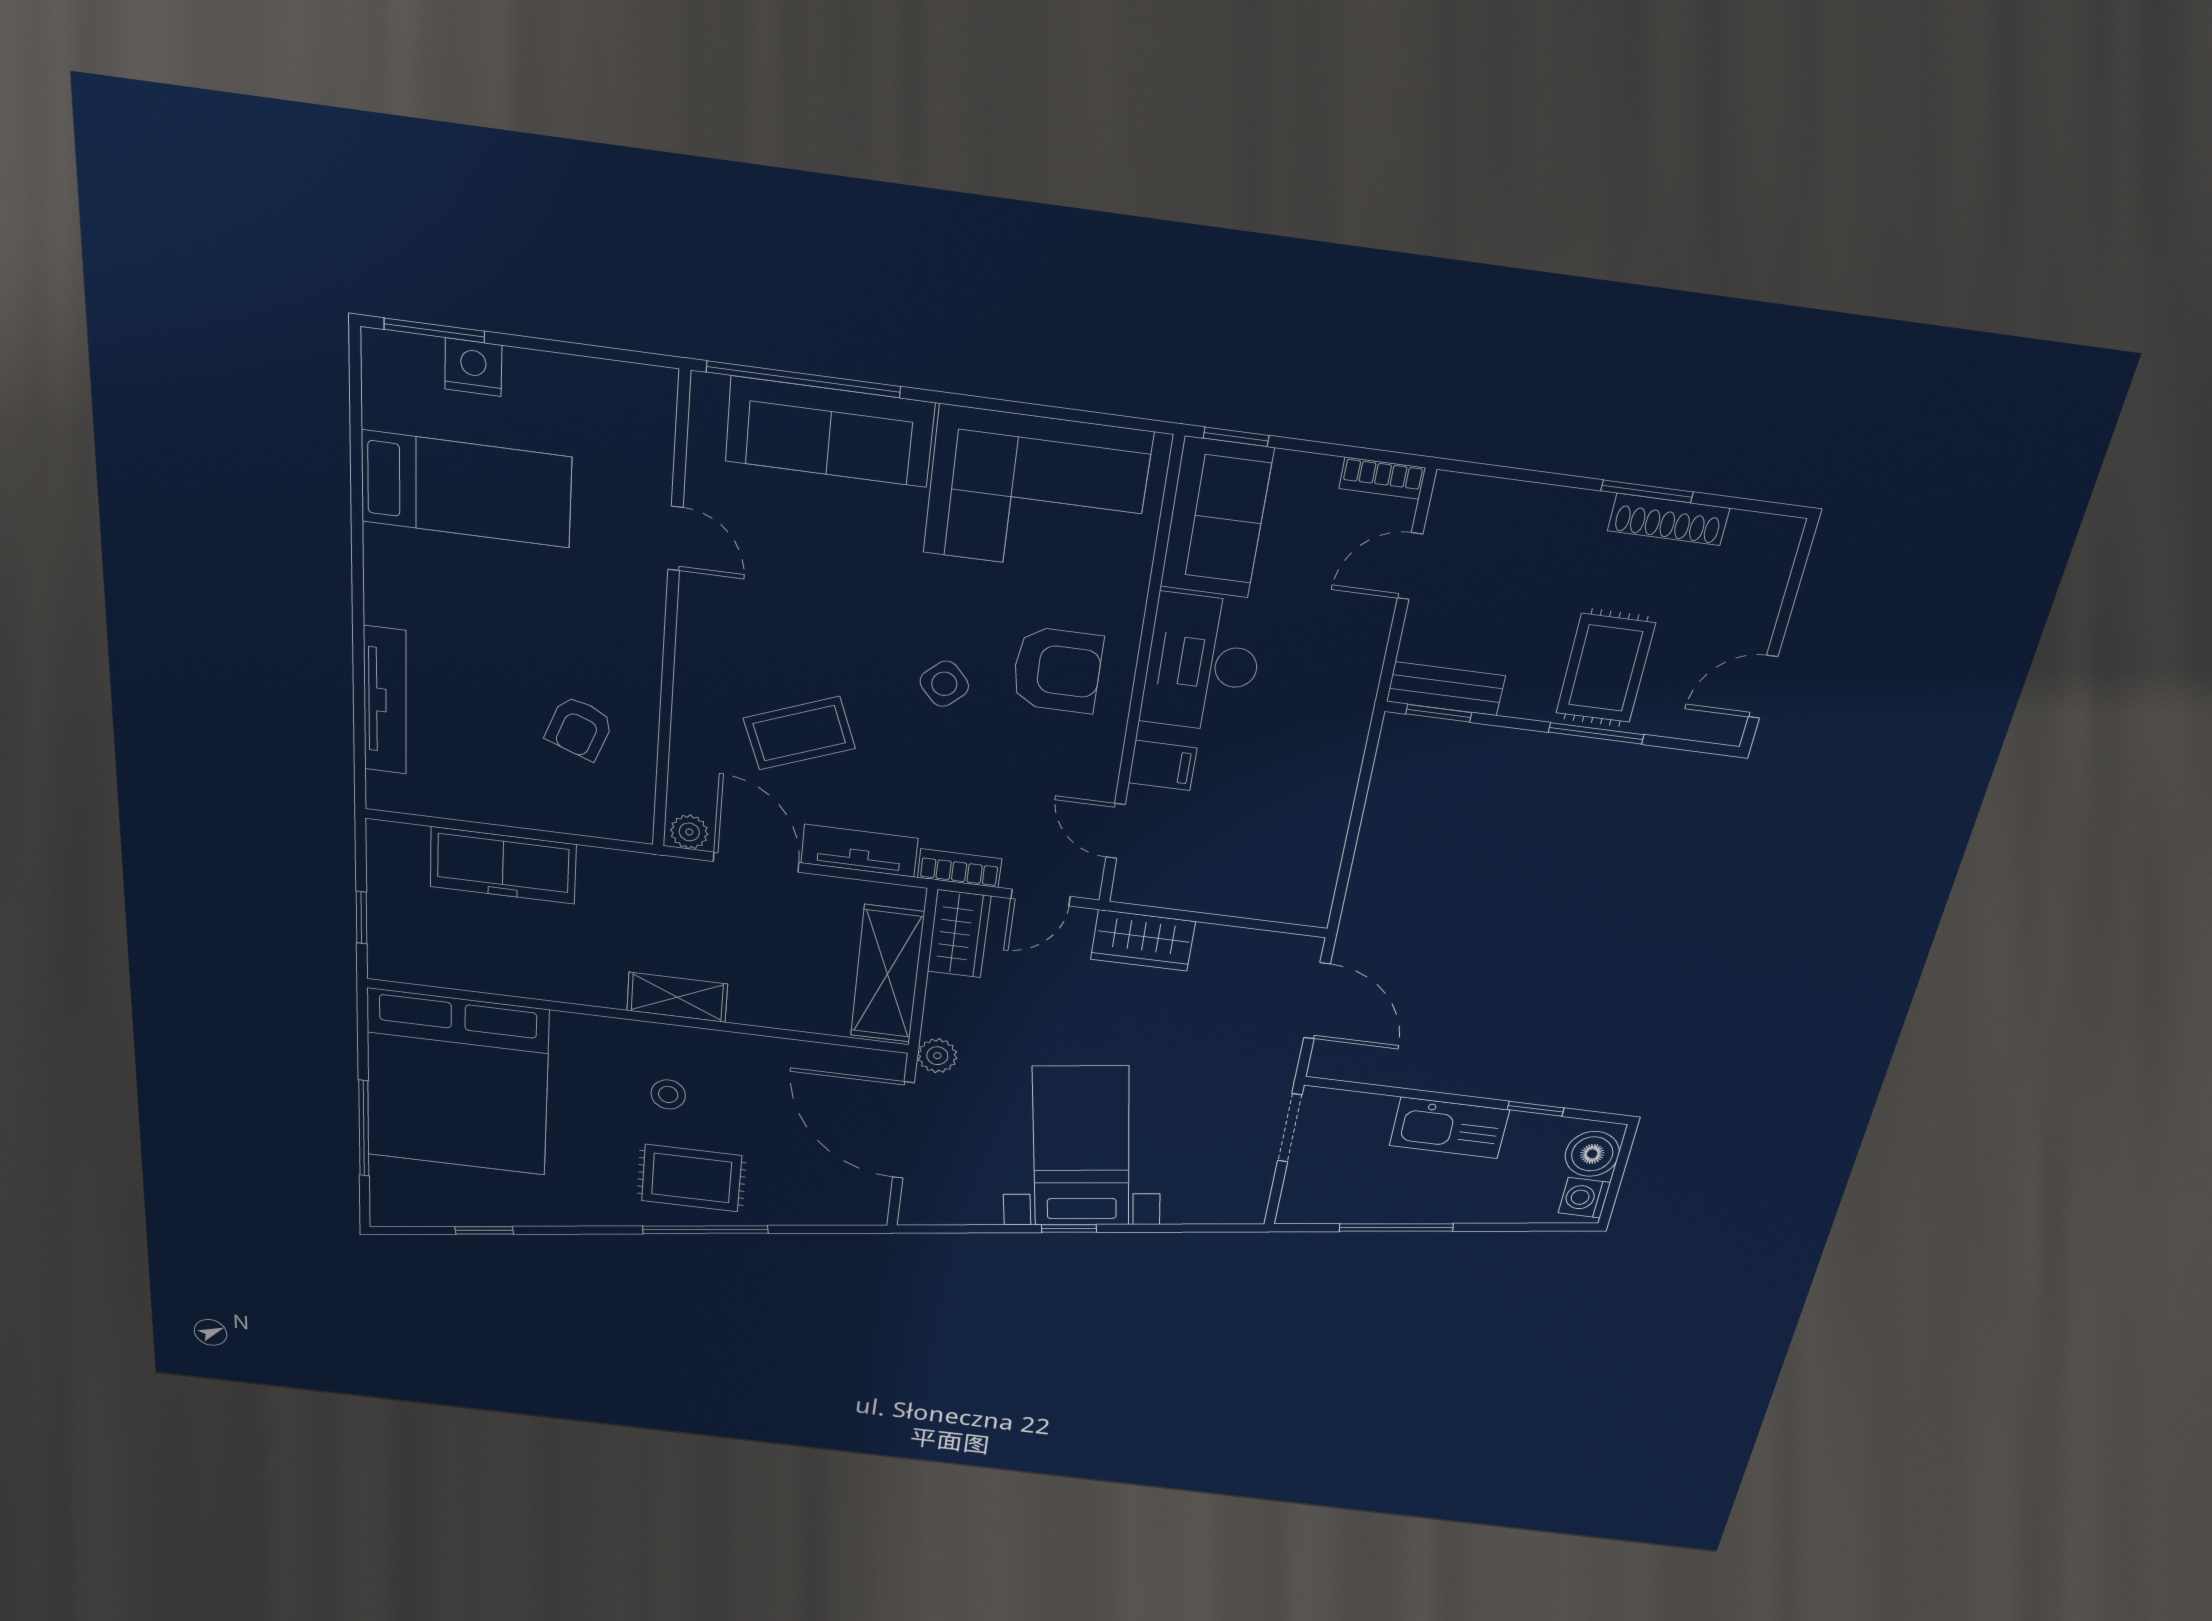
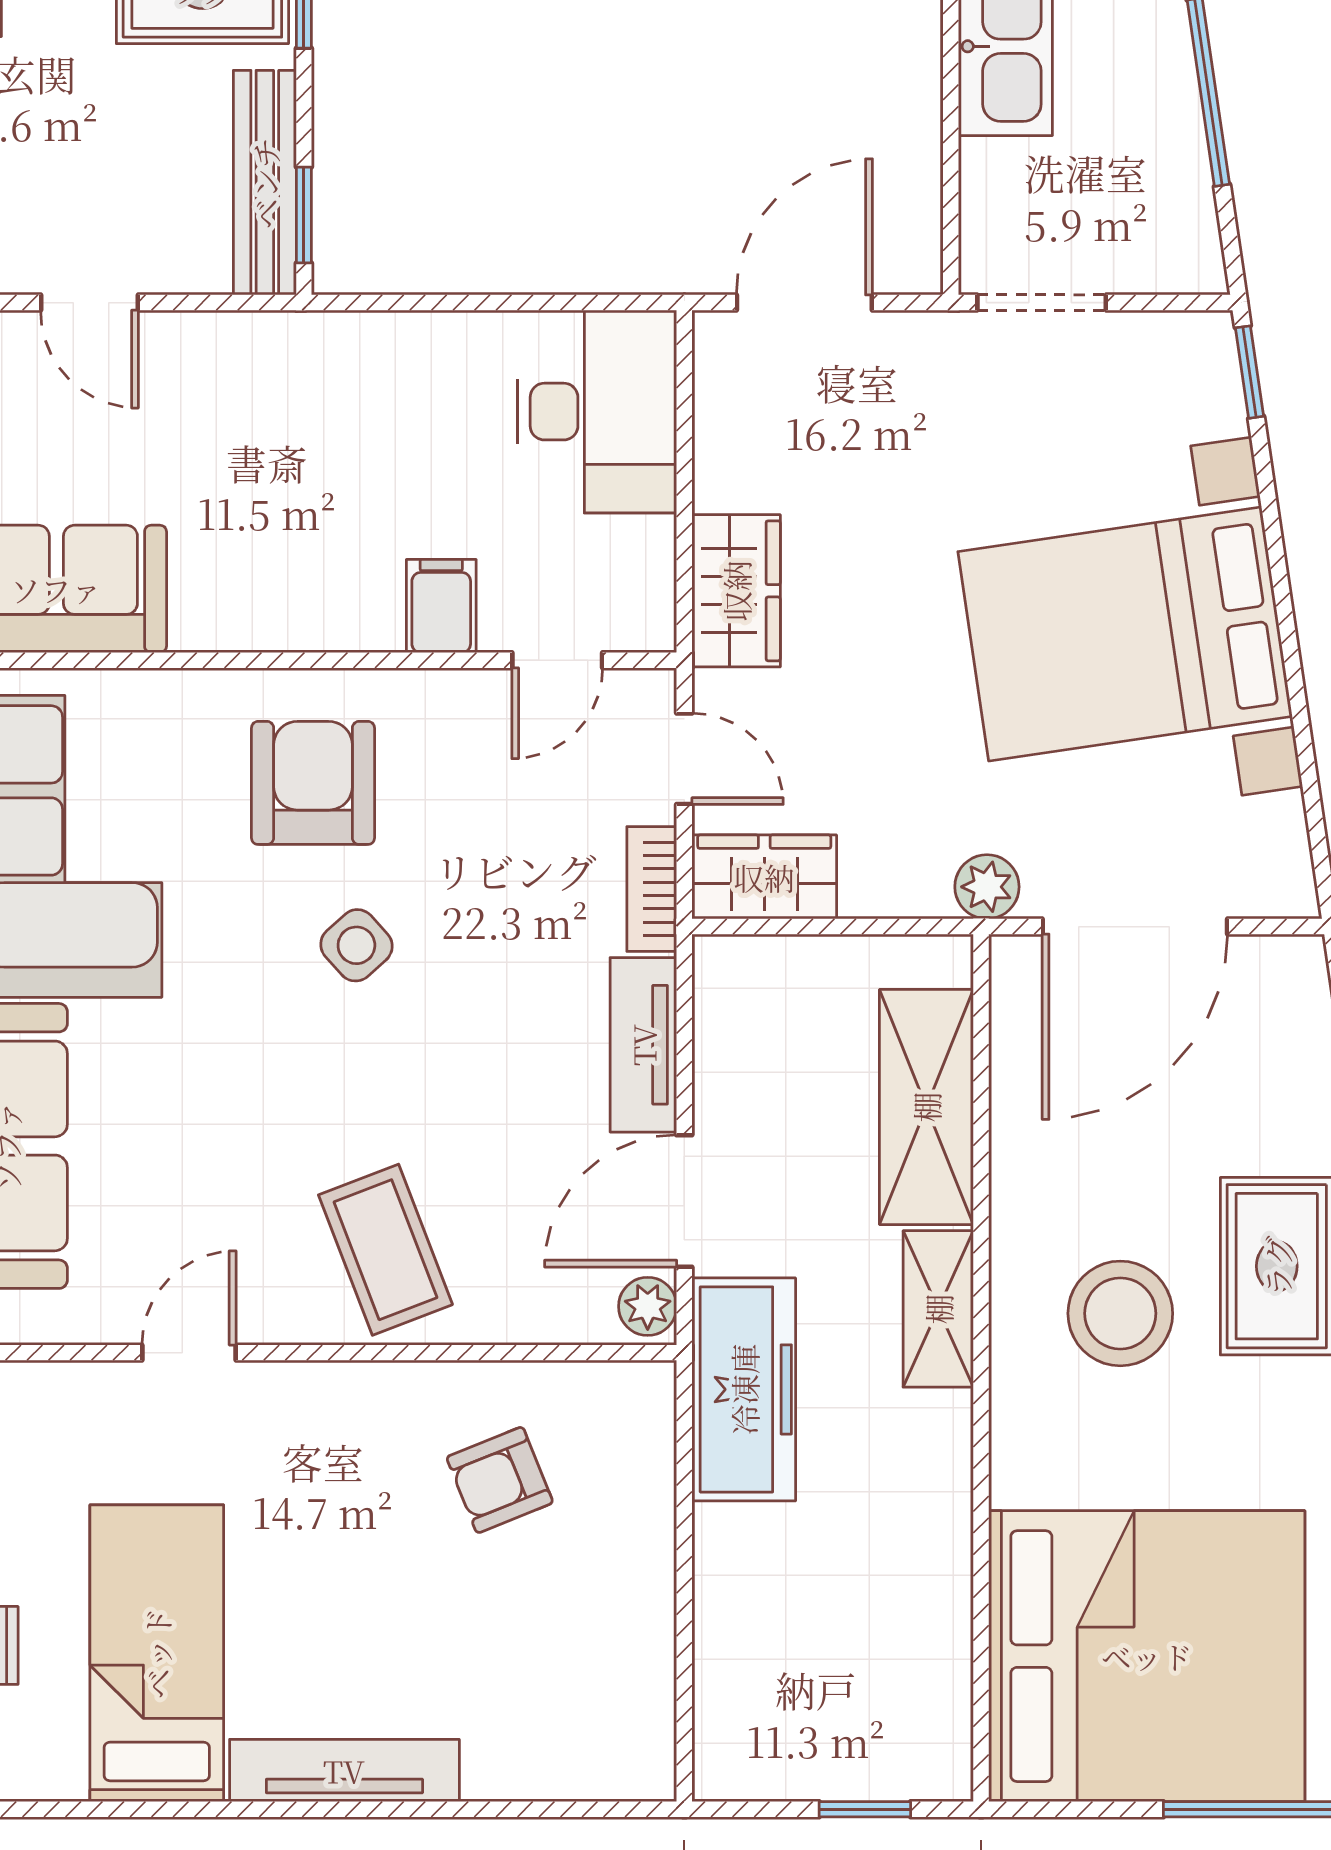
desk: (1203, 663) -> (597, 412), moved, turned -90
bench: (1446, 689) -> (265, 183), width x1.36
tv unit: (385, 700) -> (344, 1770), moved
armchair: (579, 728) -> (500, 1480), turned 137
coffee table: (799, 733) -> (385, 1250), moved
freezer: (503, 865) -> (744, 1389), moved
shelving: (887, 974) -> (926, 1107), moved, turned 90
stool: (668, 1094) -> (1120, 1313), width x1.89, depth x1.89
bed with nightstands: (1081, 1147) -> (1125, 634), width x1.36
window: (1069, 1229) -> (1249, 372), moved

